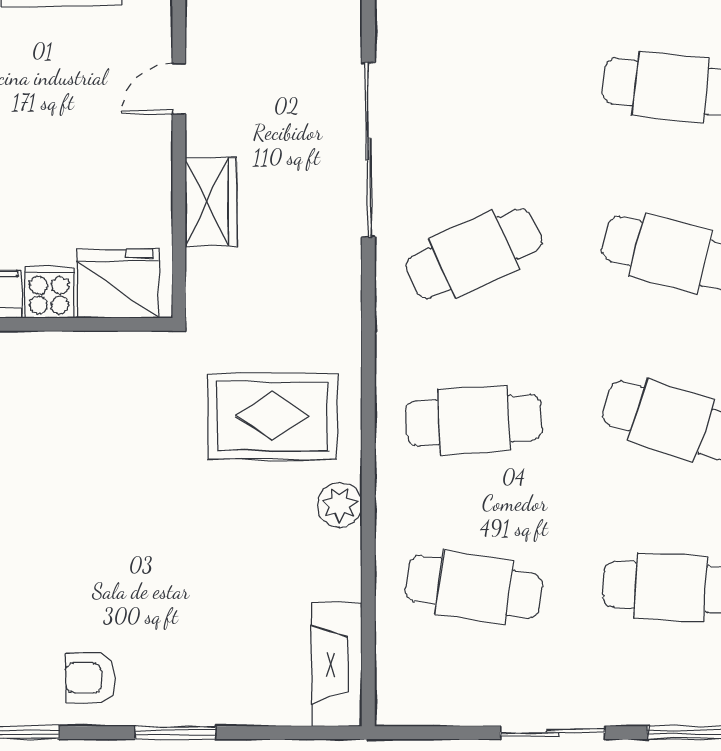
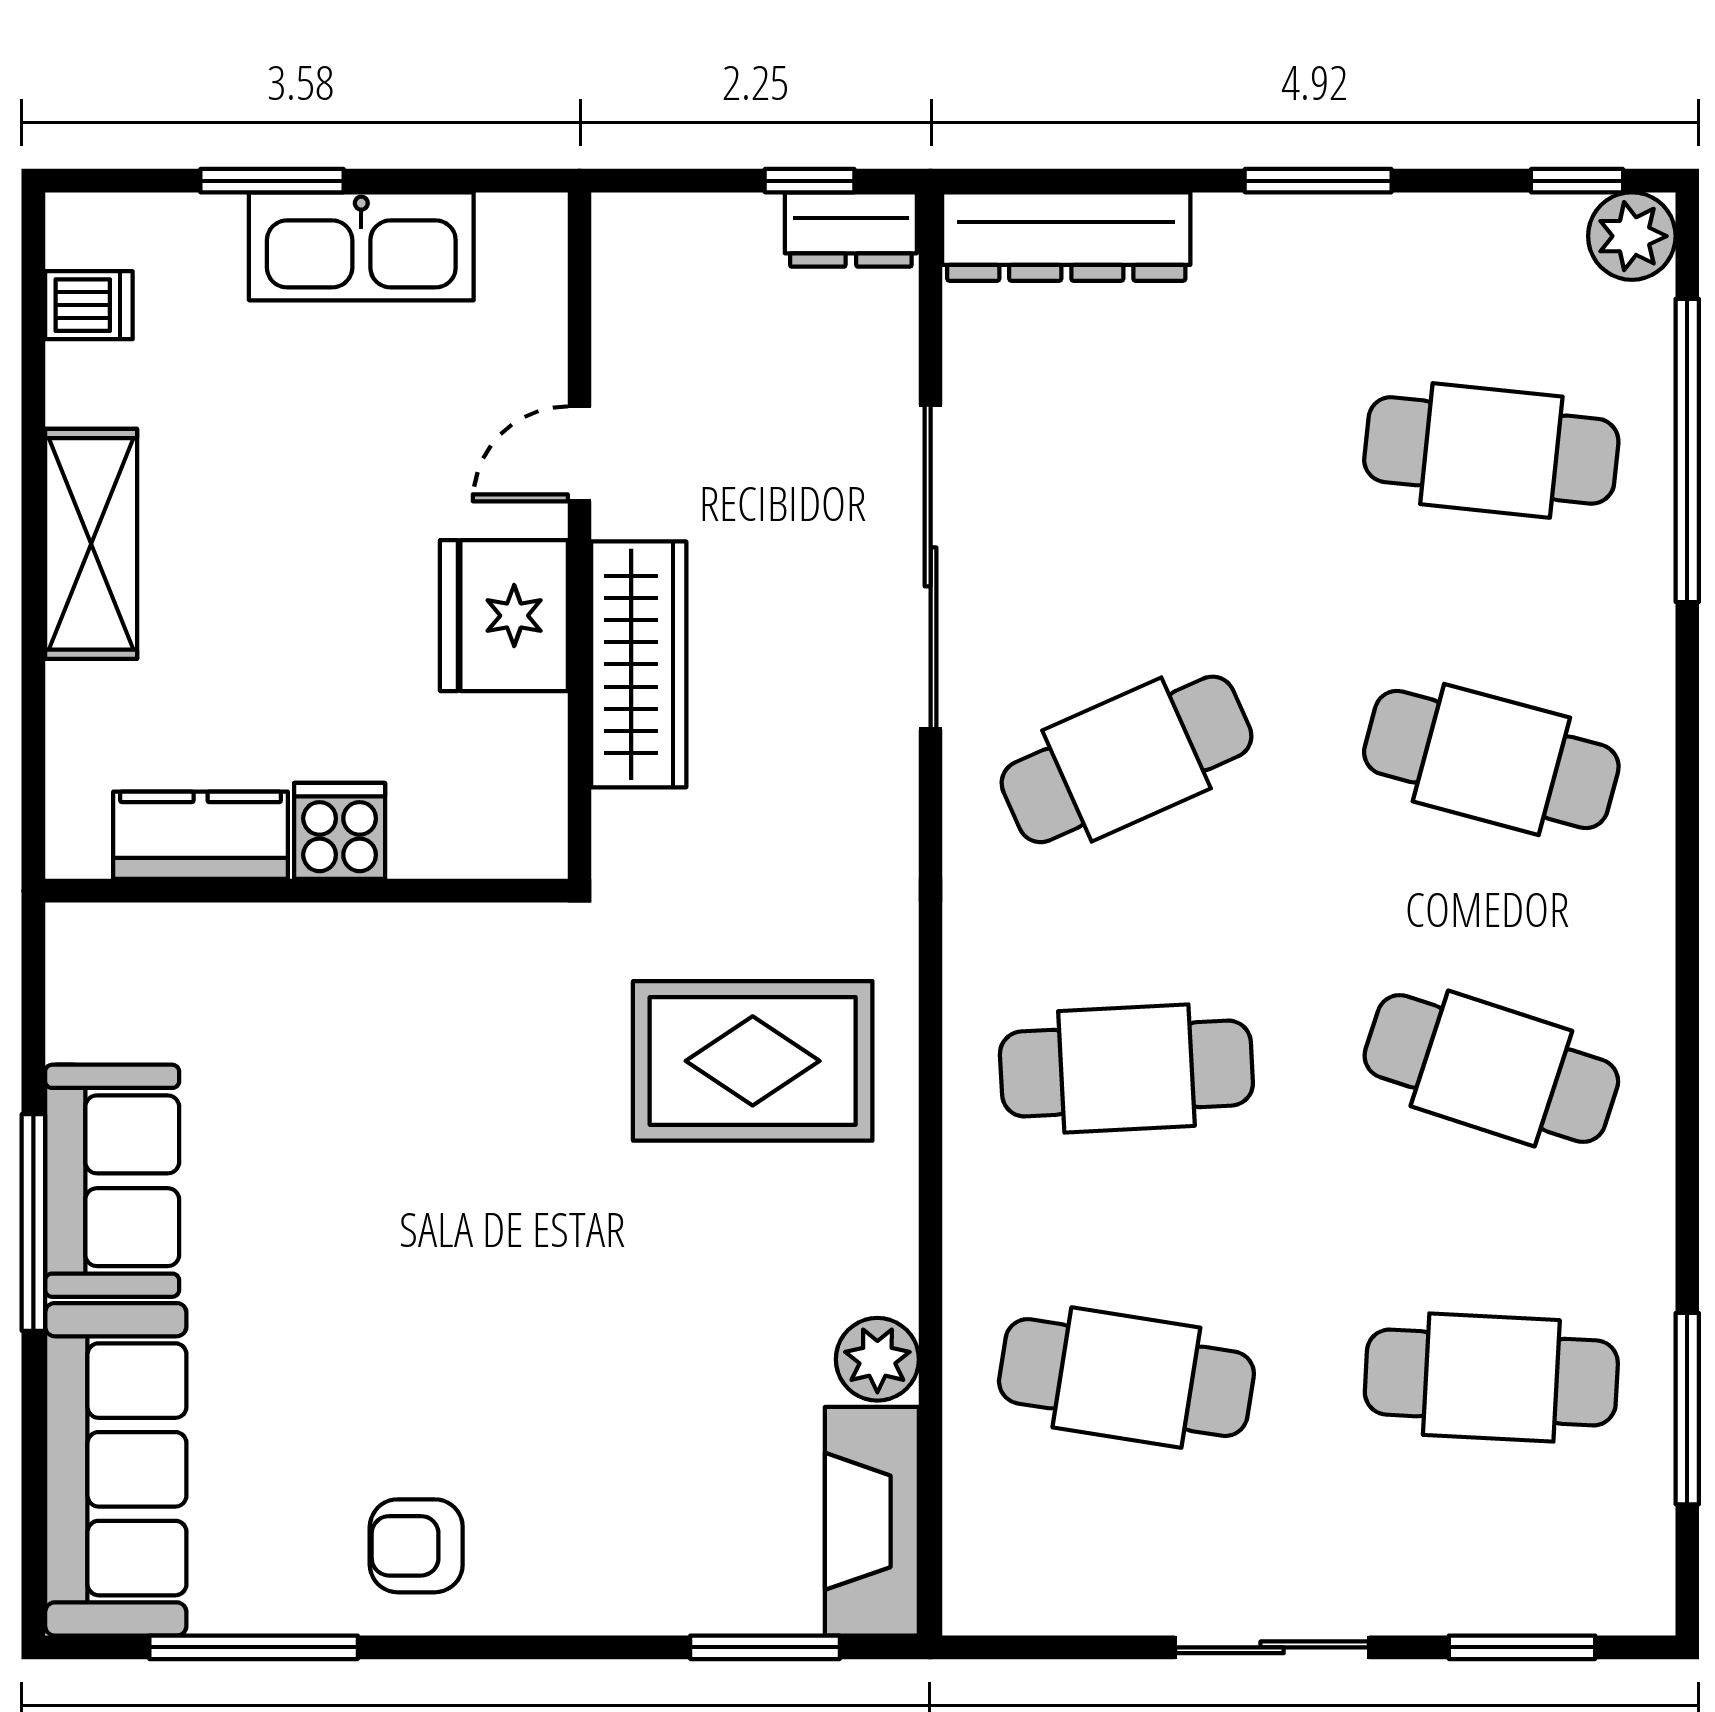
wardrobe: (211, 202) -> (639, 664), width x1.50
fridge: (118, 284) -> (504, 616), moved, turned -90
plant: (340, 505) -> (877, 1359), moved
window: (175, 733) -> (765, 1647), moved

